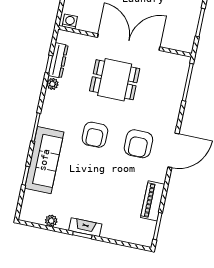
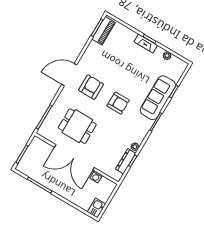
washing machine: (70, 22) -> (96, 177), moved
dining table: (115, 80) -> (77, 126), moved
armchair: (95, 135) -> (118, 103), turned 90
piano: (153, 201) -> (104, 31), moved

